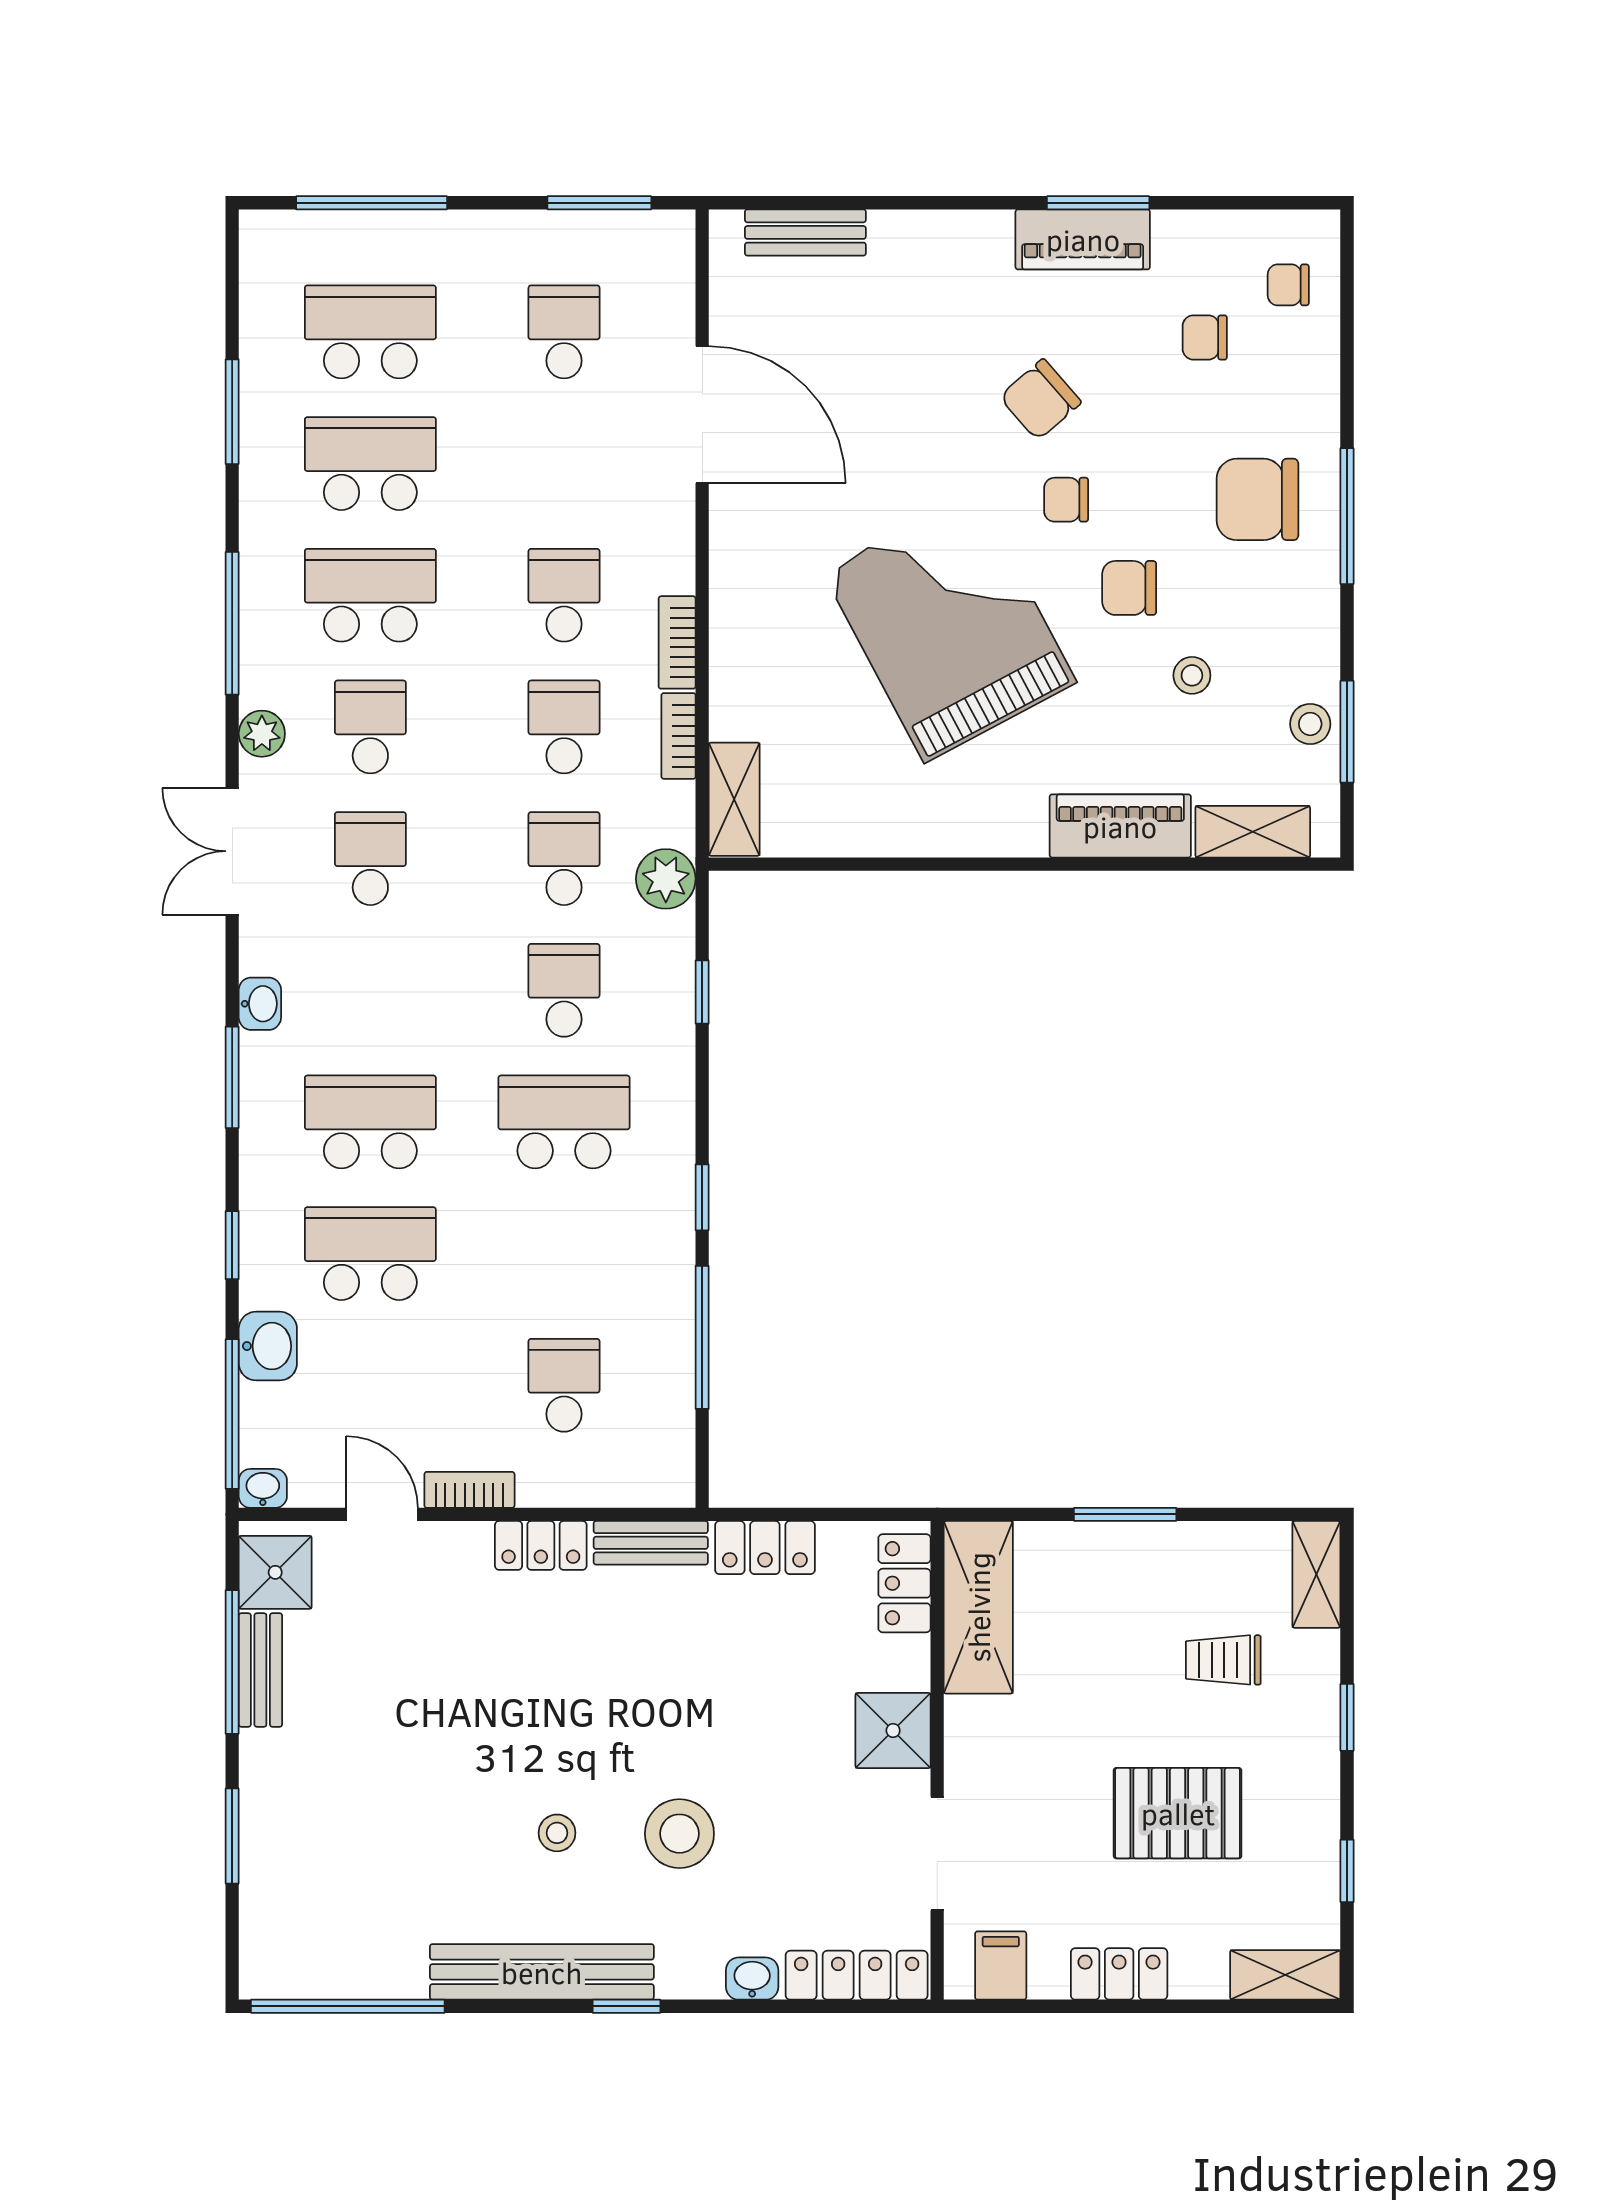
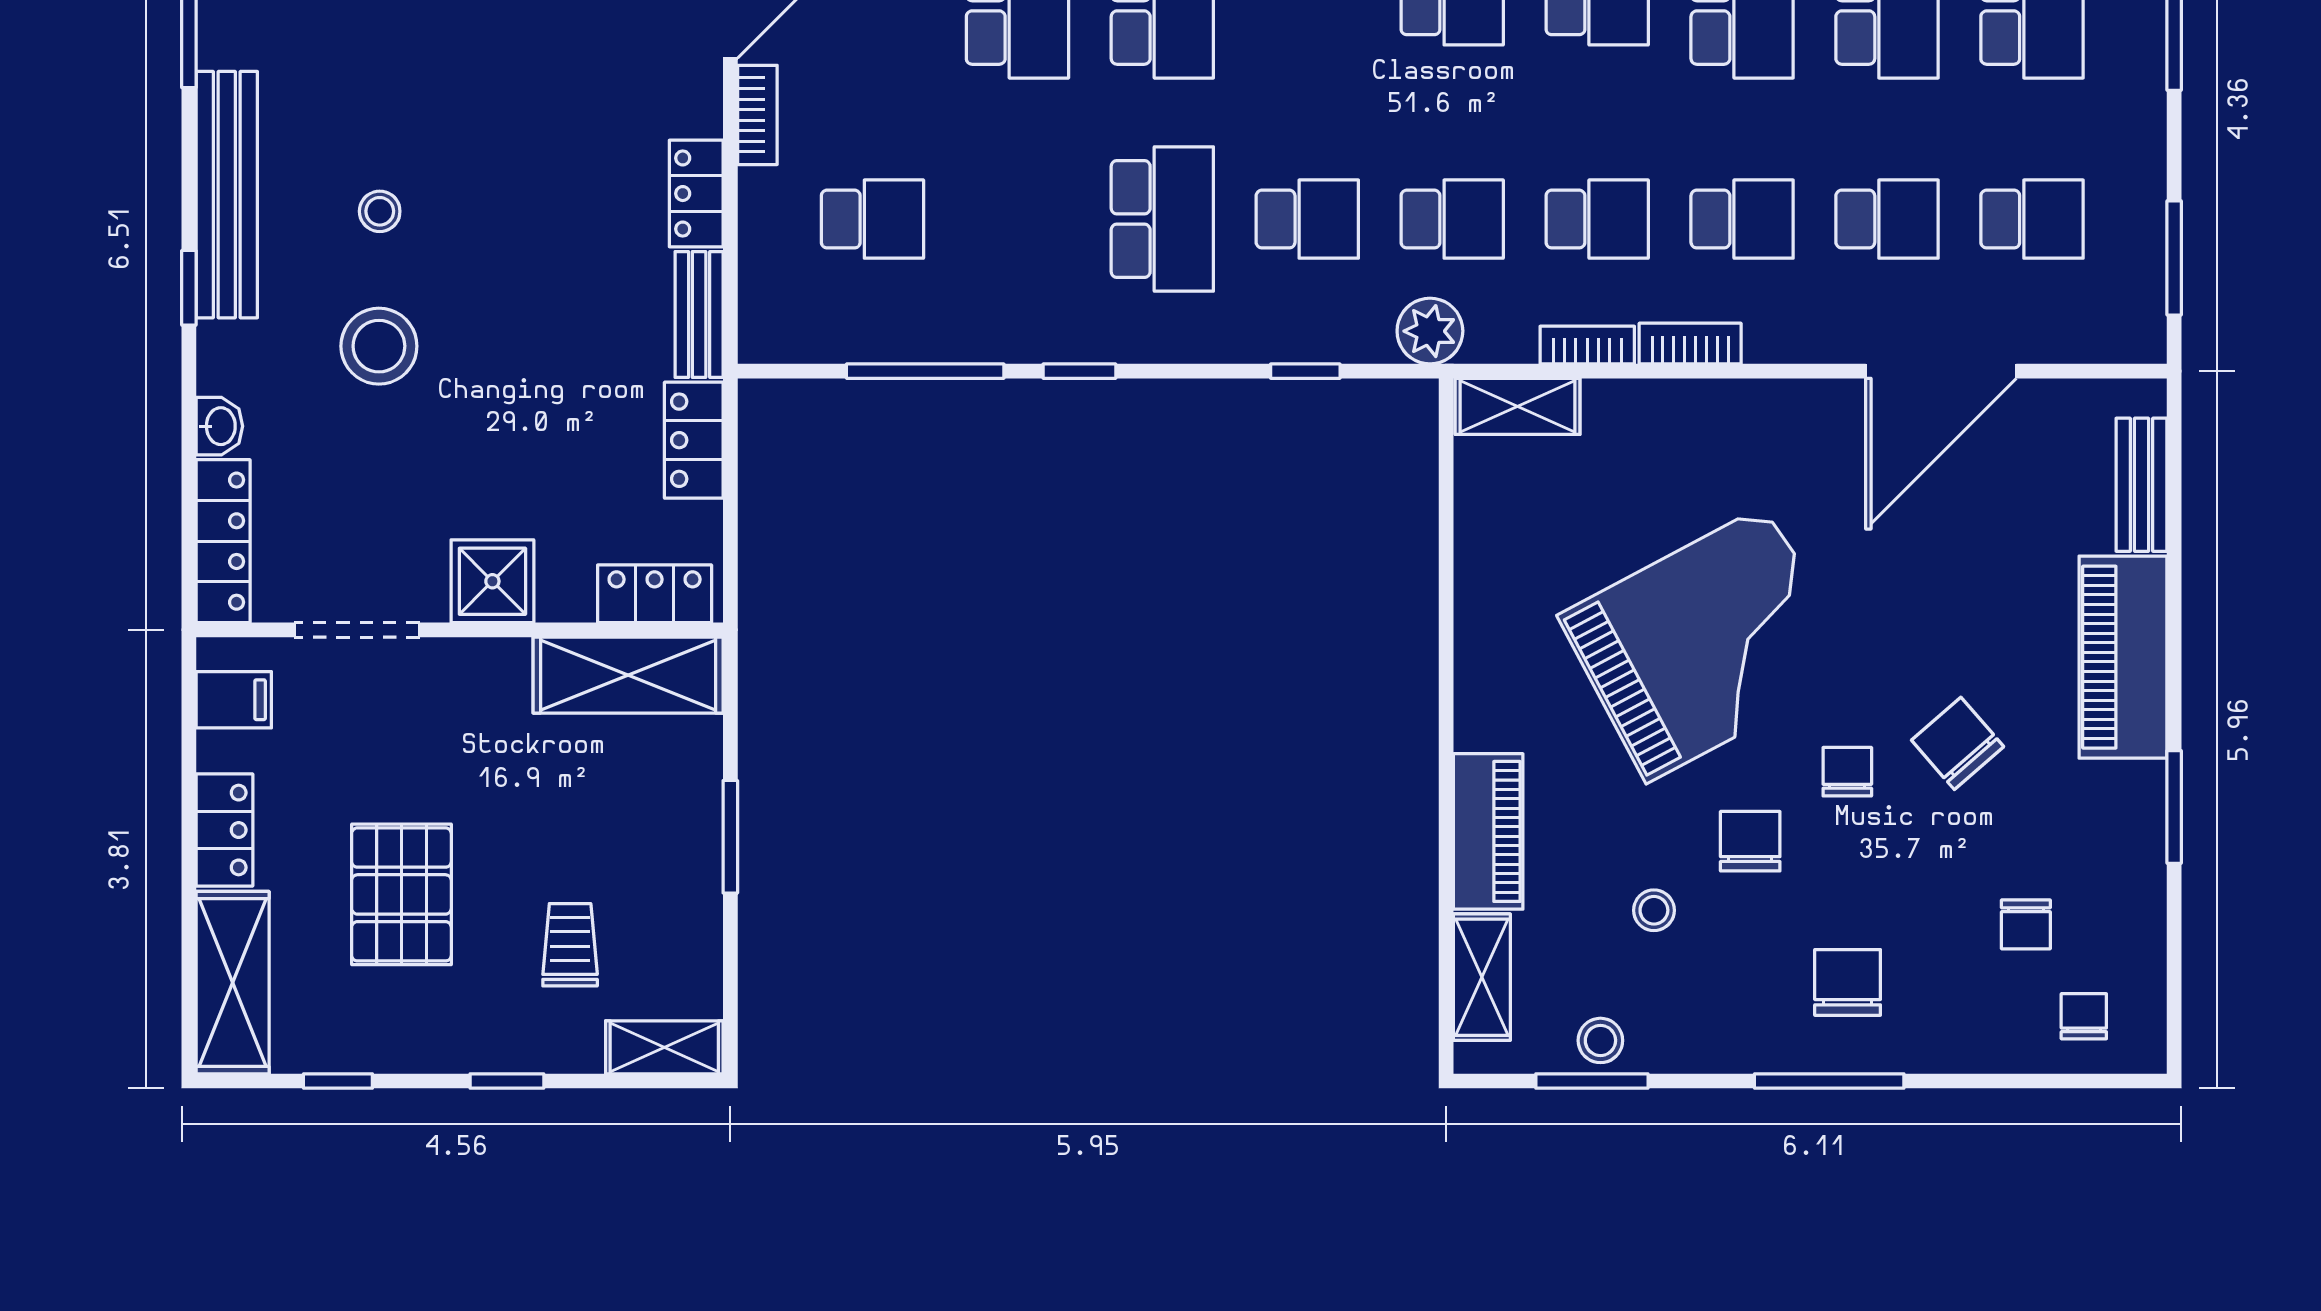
piano: (1083, 239) -> (2123, 657), moved, width x1.37, depth x1.33
chair: (1205, 337) -> (2026, 924), turned 180
school desk: (564, 464) -> (1887, 219), added
chair: (1258, 499) -> (1848, 982), width x0.73, depth x0.73
shelving: (1285, 1975) -> (233, 983), width x1.50, depth x1.33

